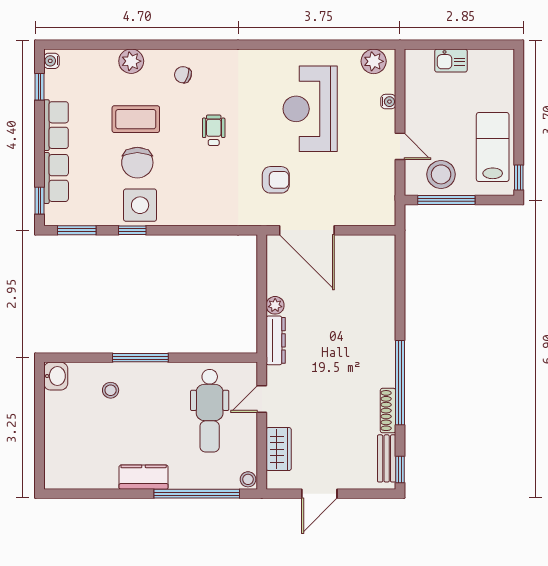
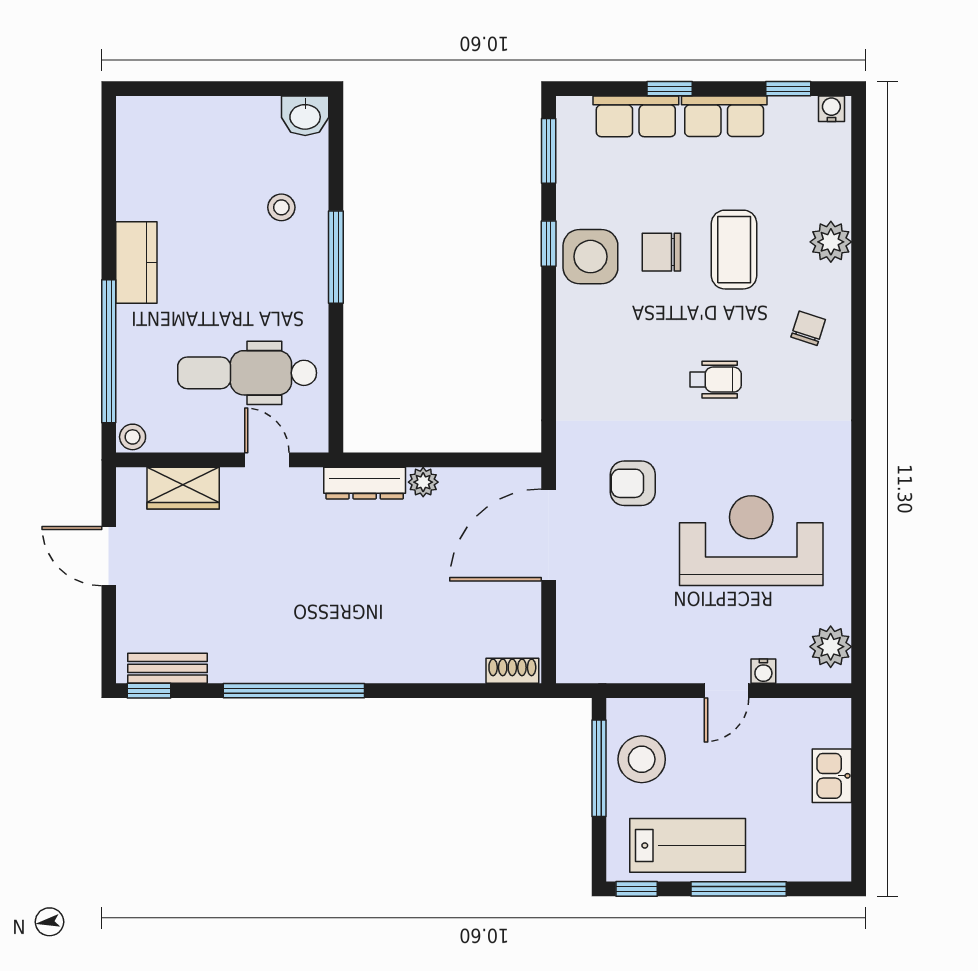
window: (519, 116) -> (739, 889), added
door: (400, 146) -> (727, 691), moved
chair: (137, 163) -> (661, 252), width x0.73, depth x0.73
armchair: (276, 180) -> (633, 483), turned 90
window: (39, 201) -> (670, 89), moved
shoe rack: (388, 411) -> (512, 671), moved, width x0.70

